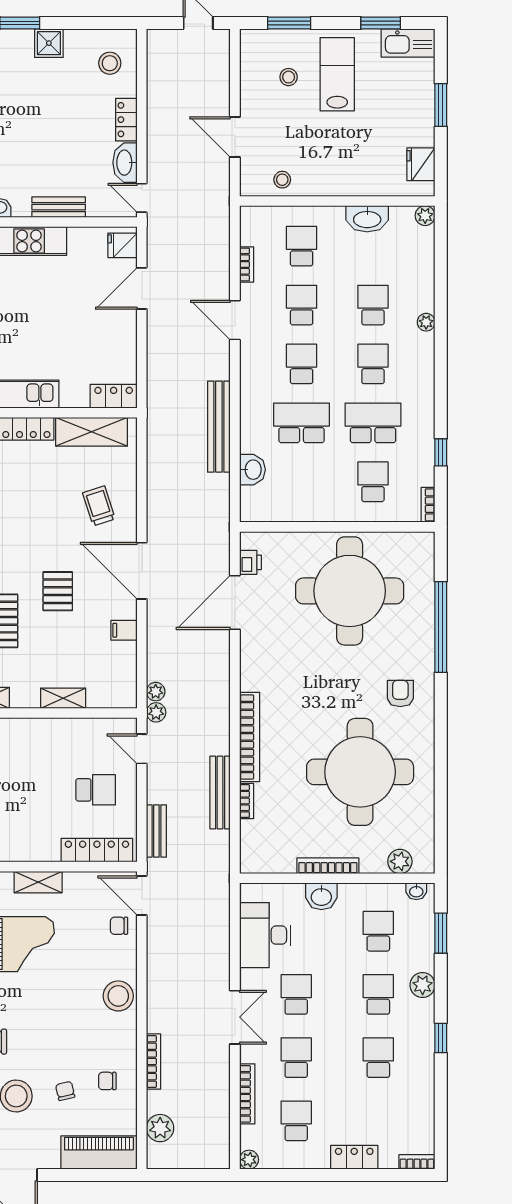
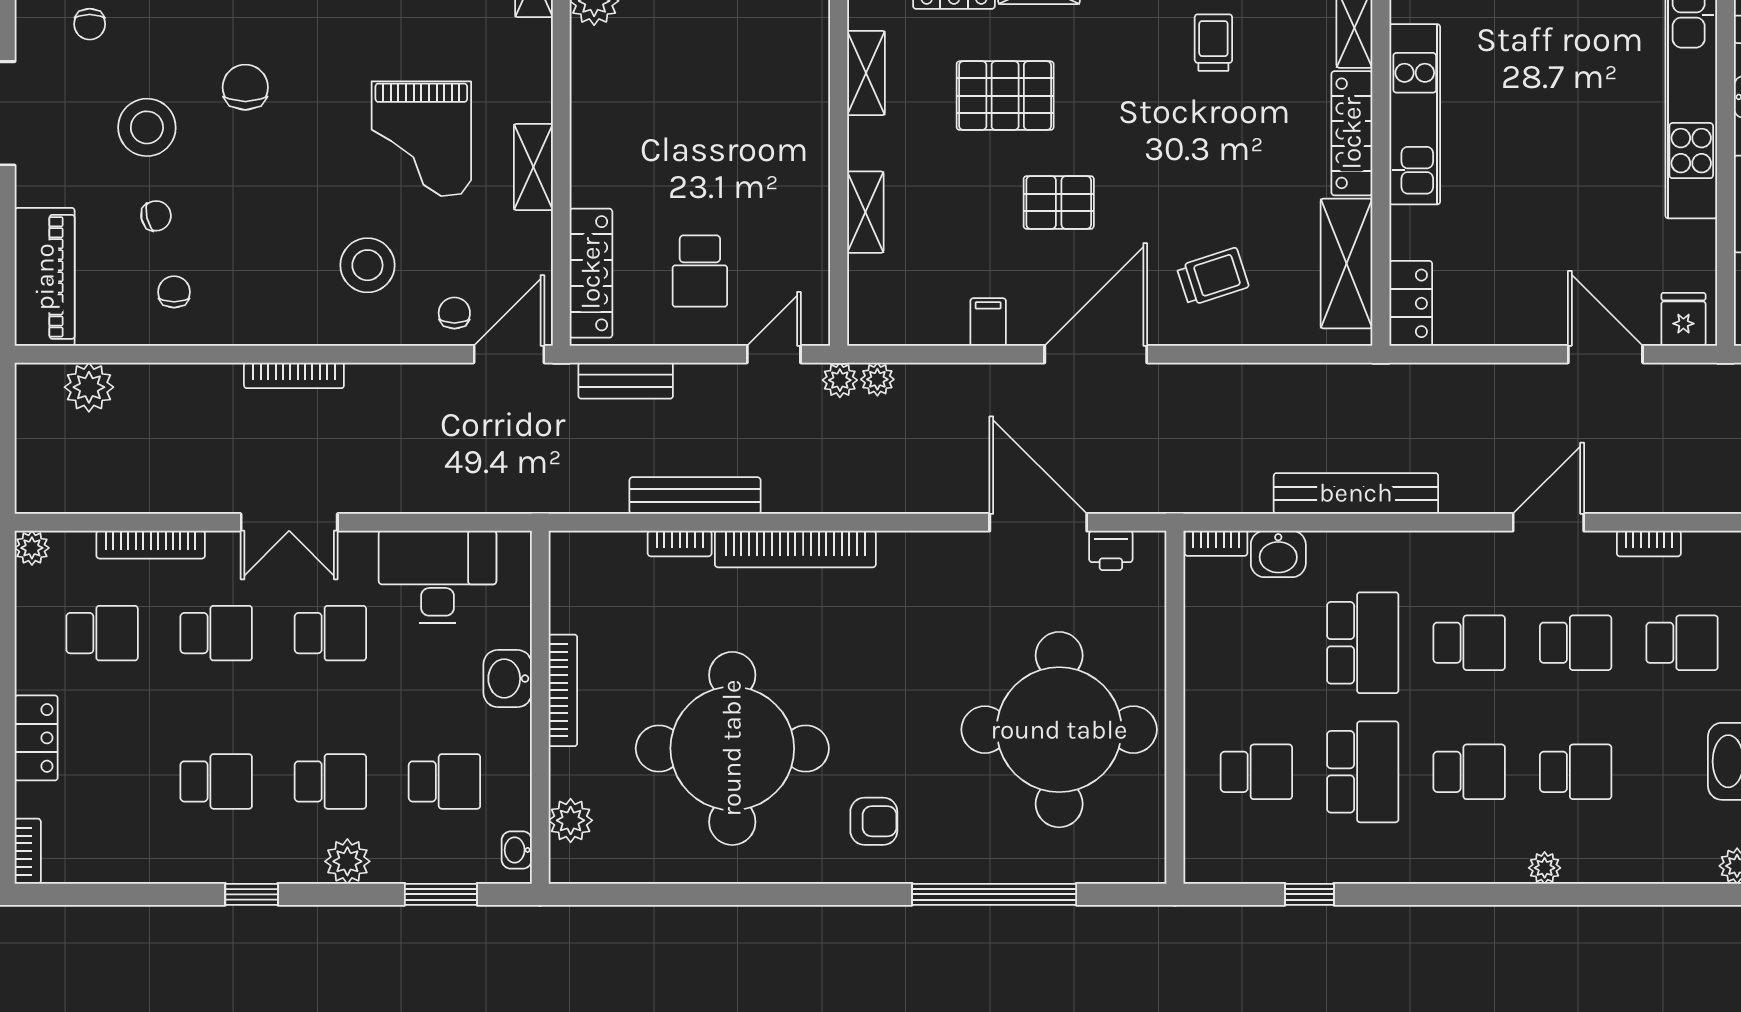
bookcase: (428, 505) -> (1216, 543), moved, turned 180
stool: (118, 996) -> (367, 265), moved
bookcase: (154, 1061) -> (294, 375), moved

